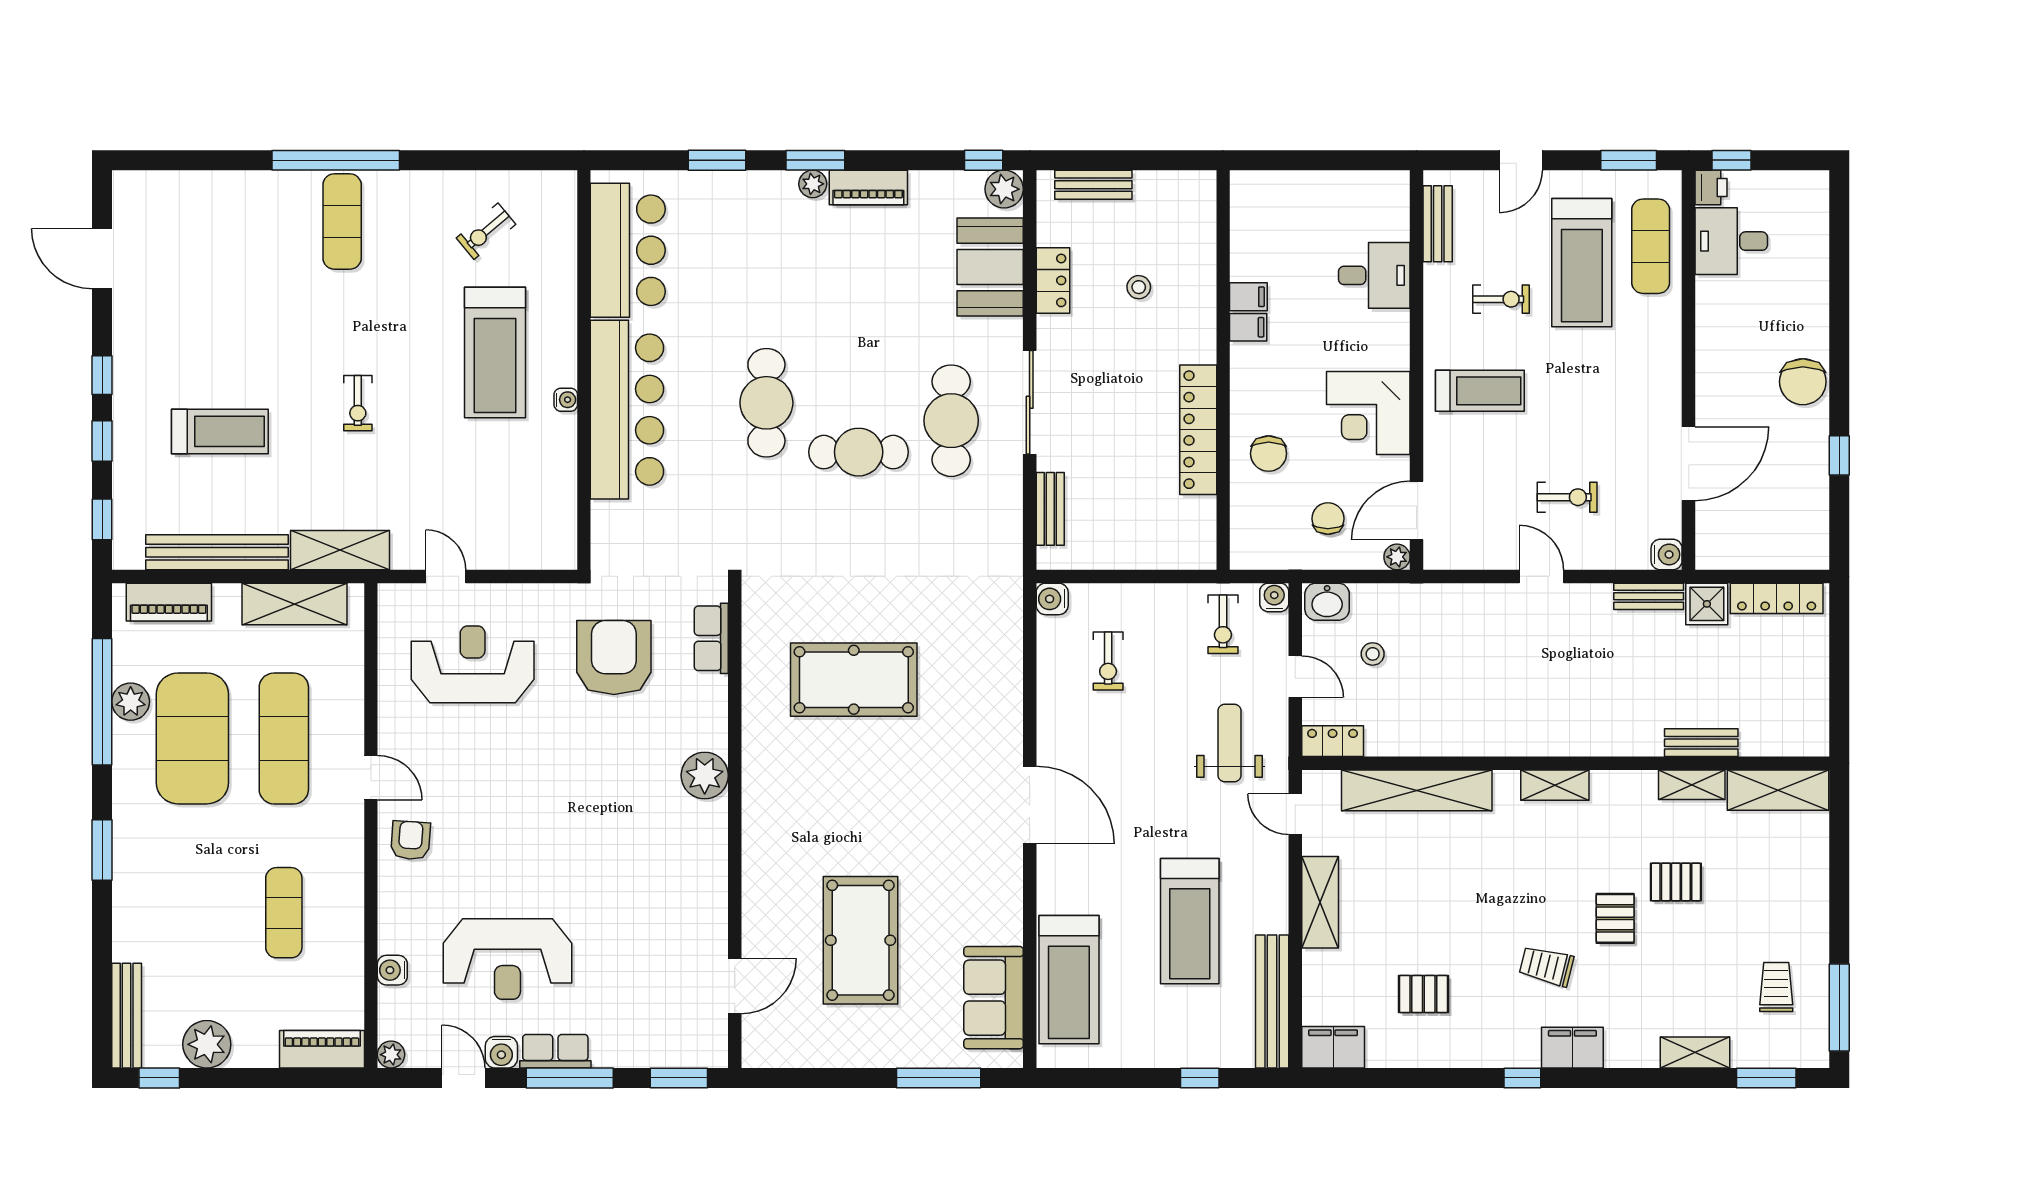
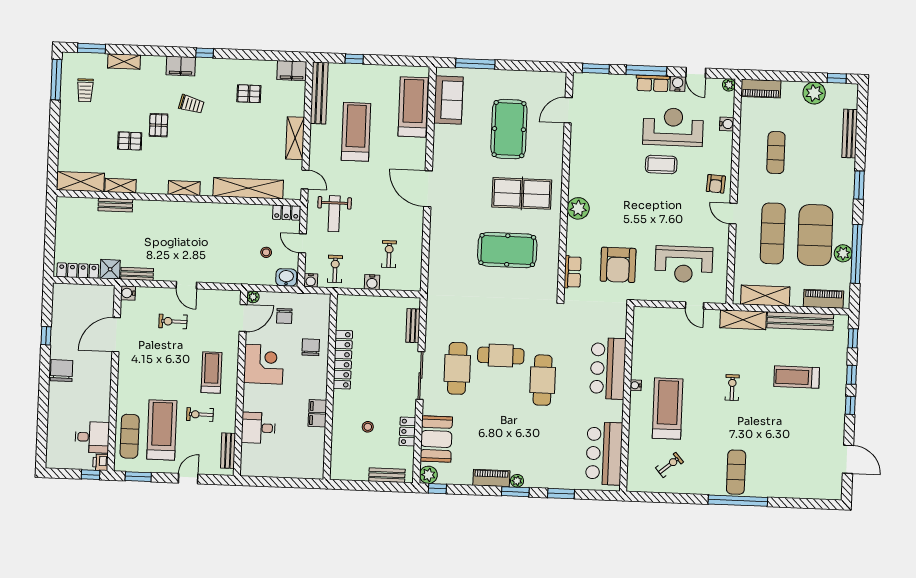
treadmill: (1480, 391) -> (211, 372), turned 90
bar counter: (627, 410) -> (608, 368), width x0.73
water cooler: (1052, 599) -> (372, 282), moved, turned 90
table tennis table: (827, 803) -> (522, 193), added
coffee table: (530, 877) -> (661, 164), added
bench: (127, 1016) -> (850, 134), moved

